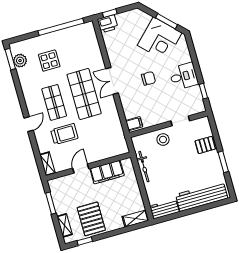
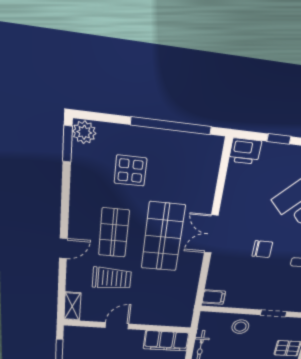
window: (110, 13) -> (279, 139), moved
plant: (20, 61) -> (84, 132), moved
filing cabinet: (107, 172) -> (166, 341), moved

